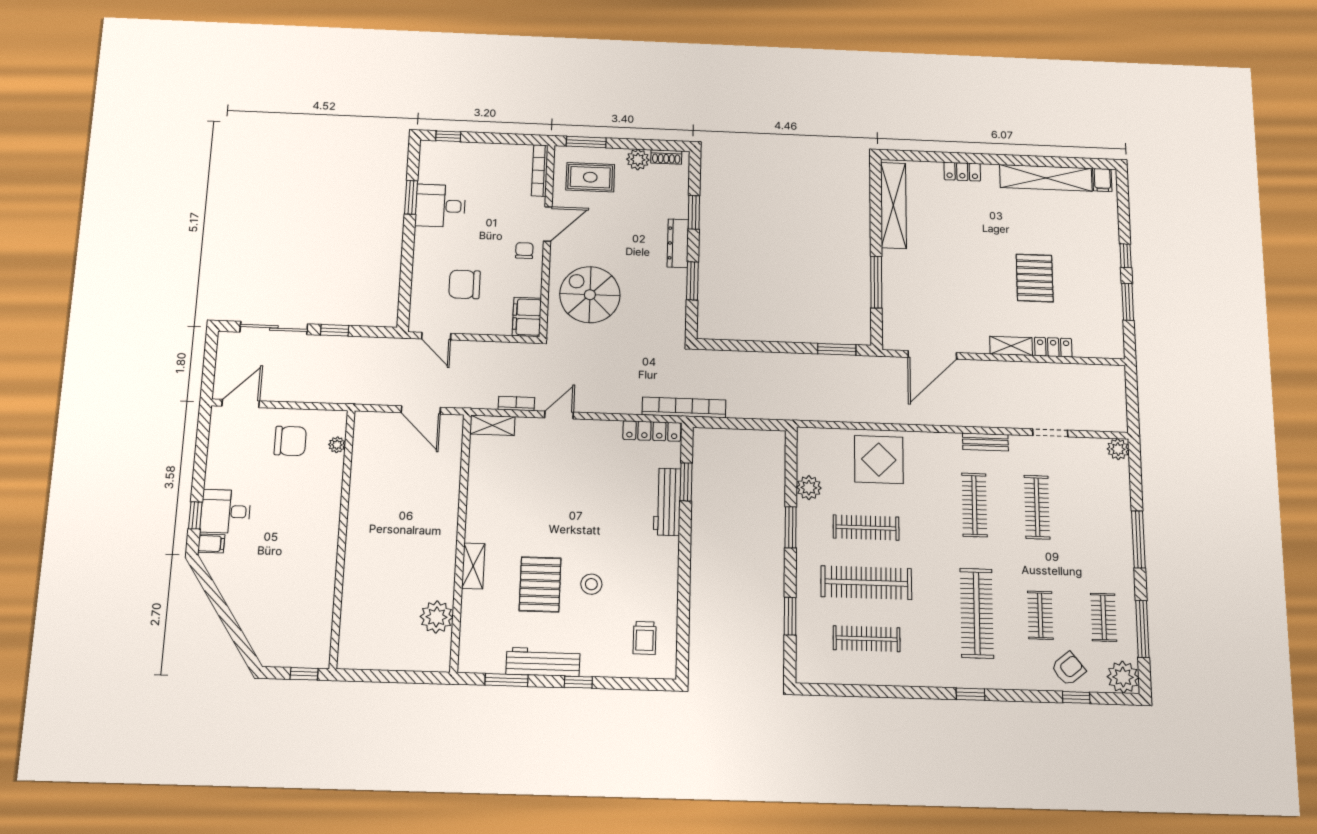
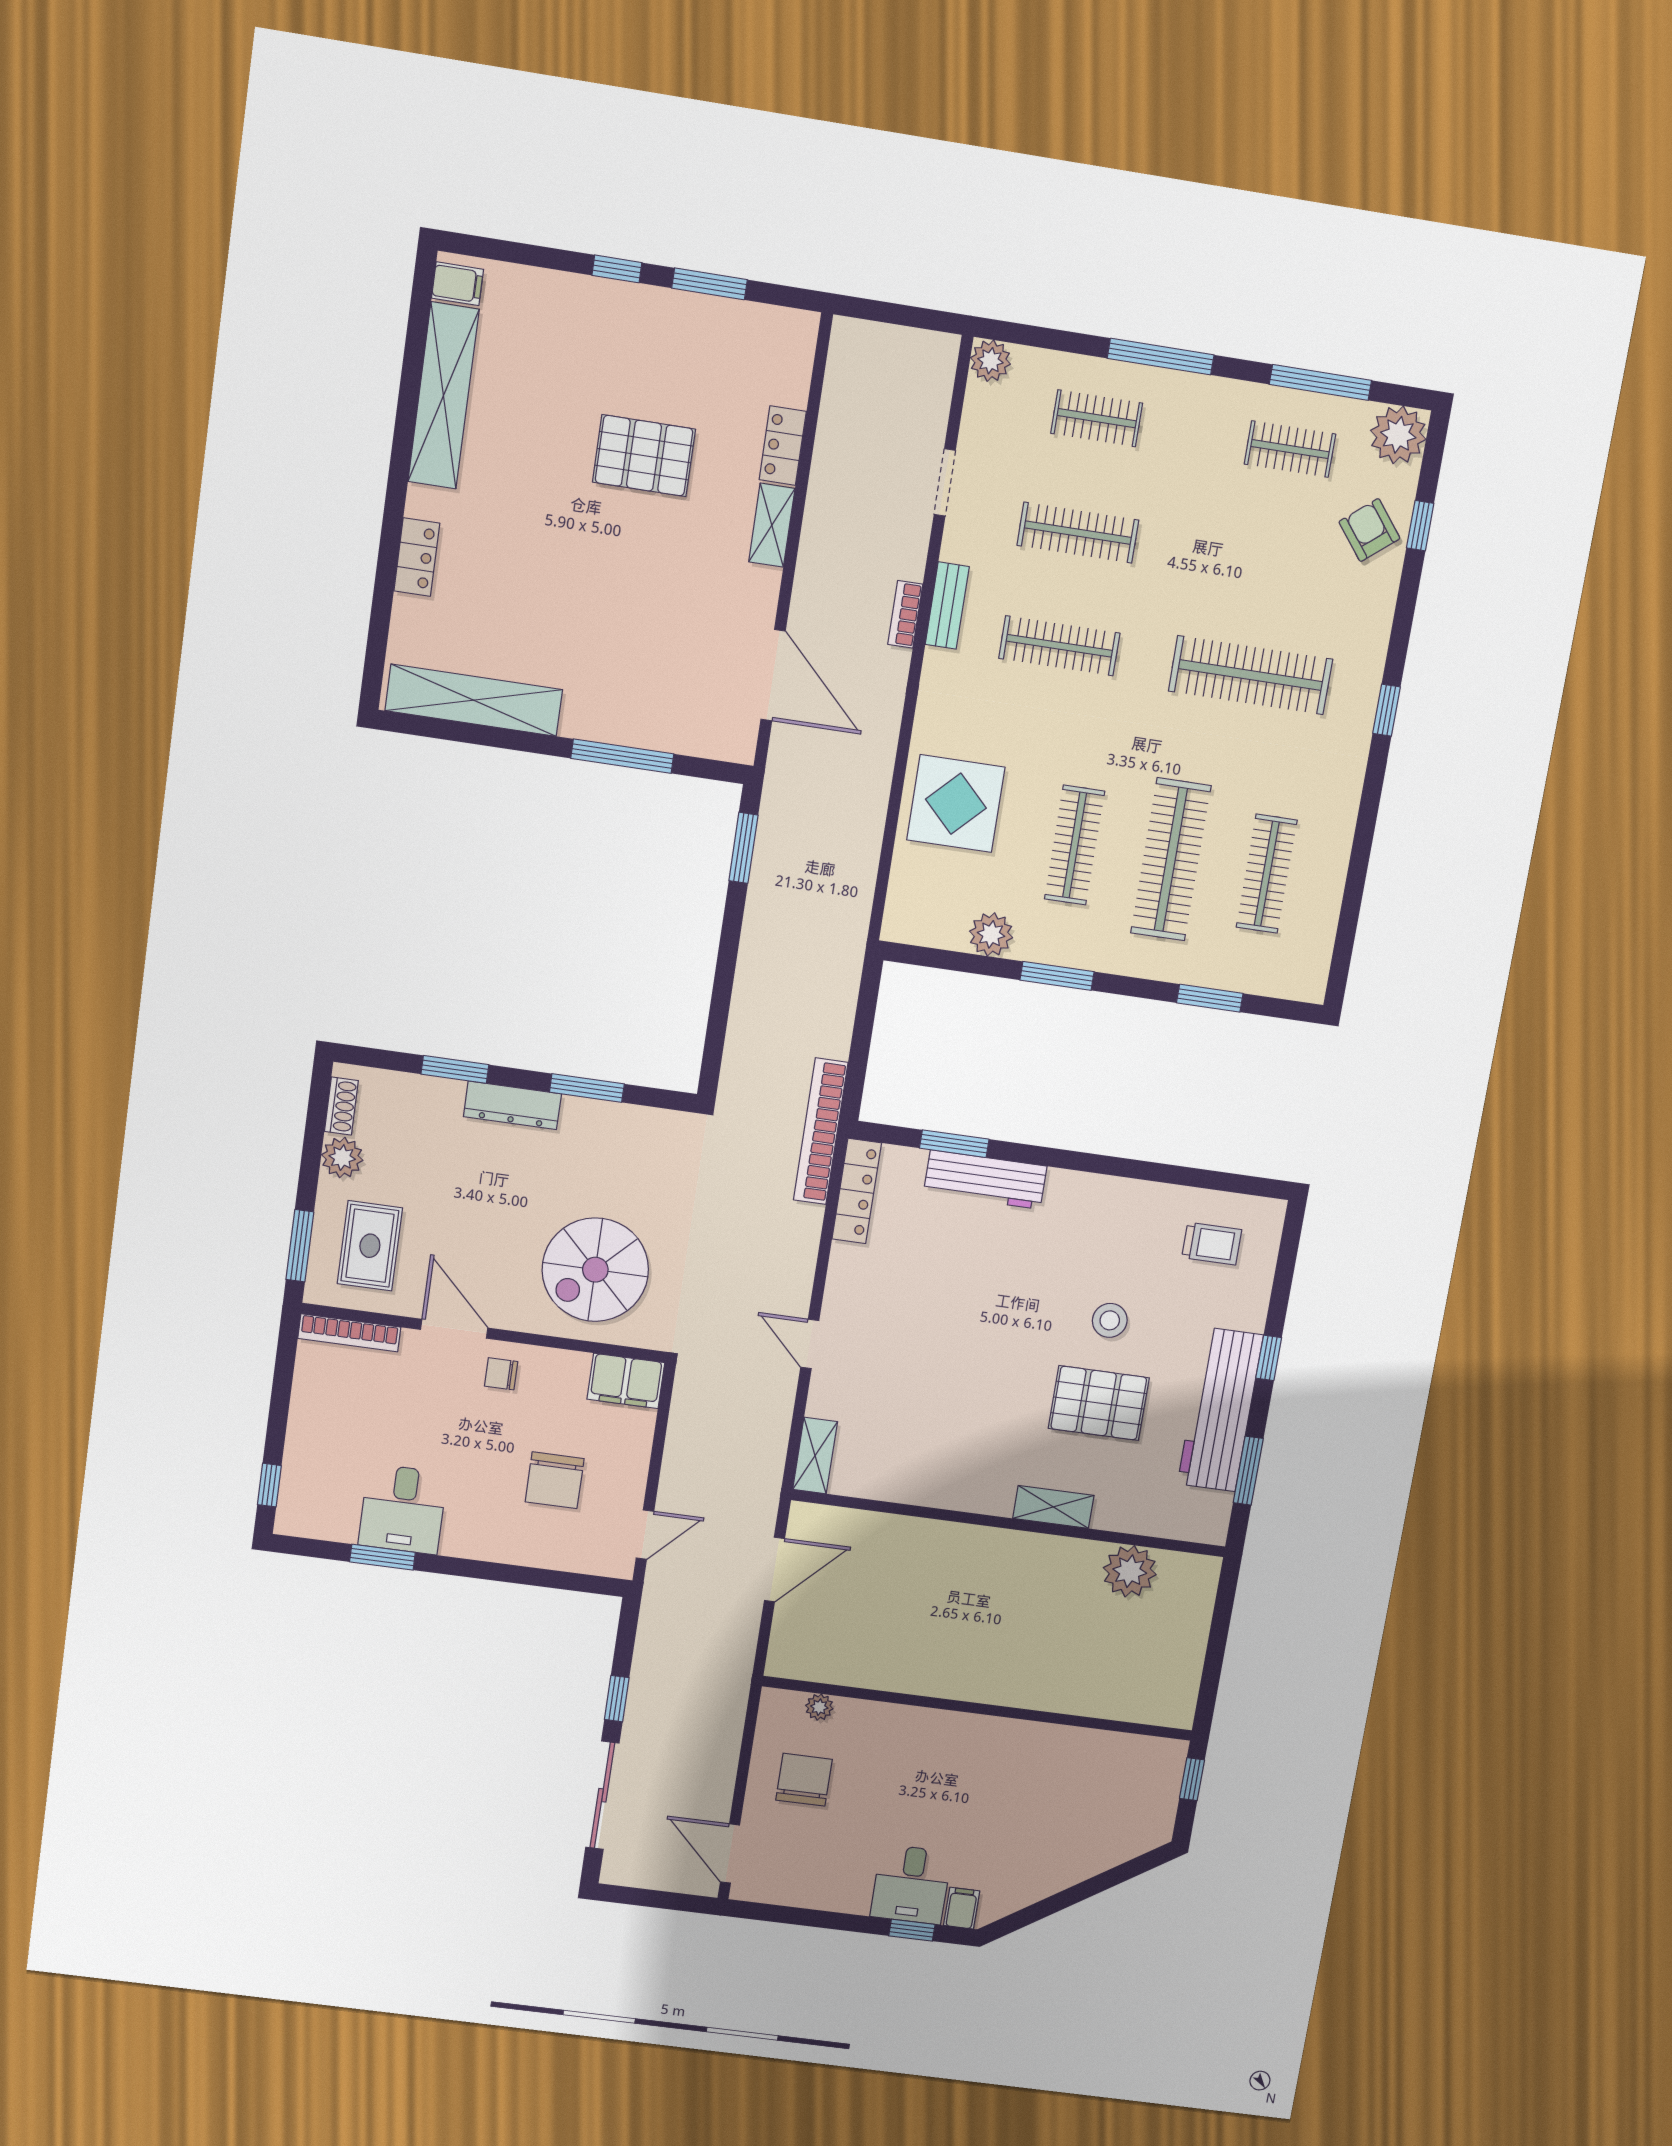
bookcase: (516, 404) -> (905, 614), moved
clothes rail: (1040, 615) -> (1097, 418), moved
workbench: (543, 662) -> (1220, 1410), width x1.36, depth x1.32

